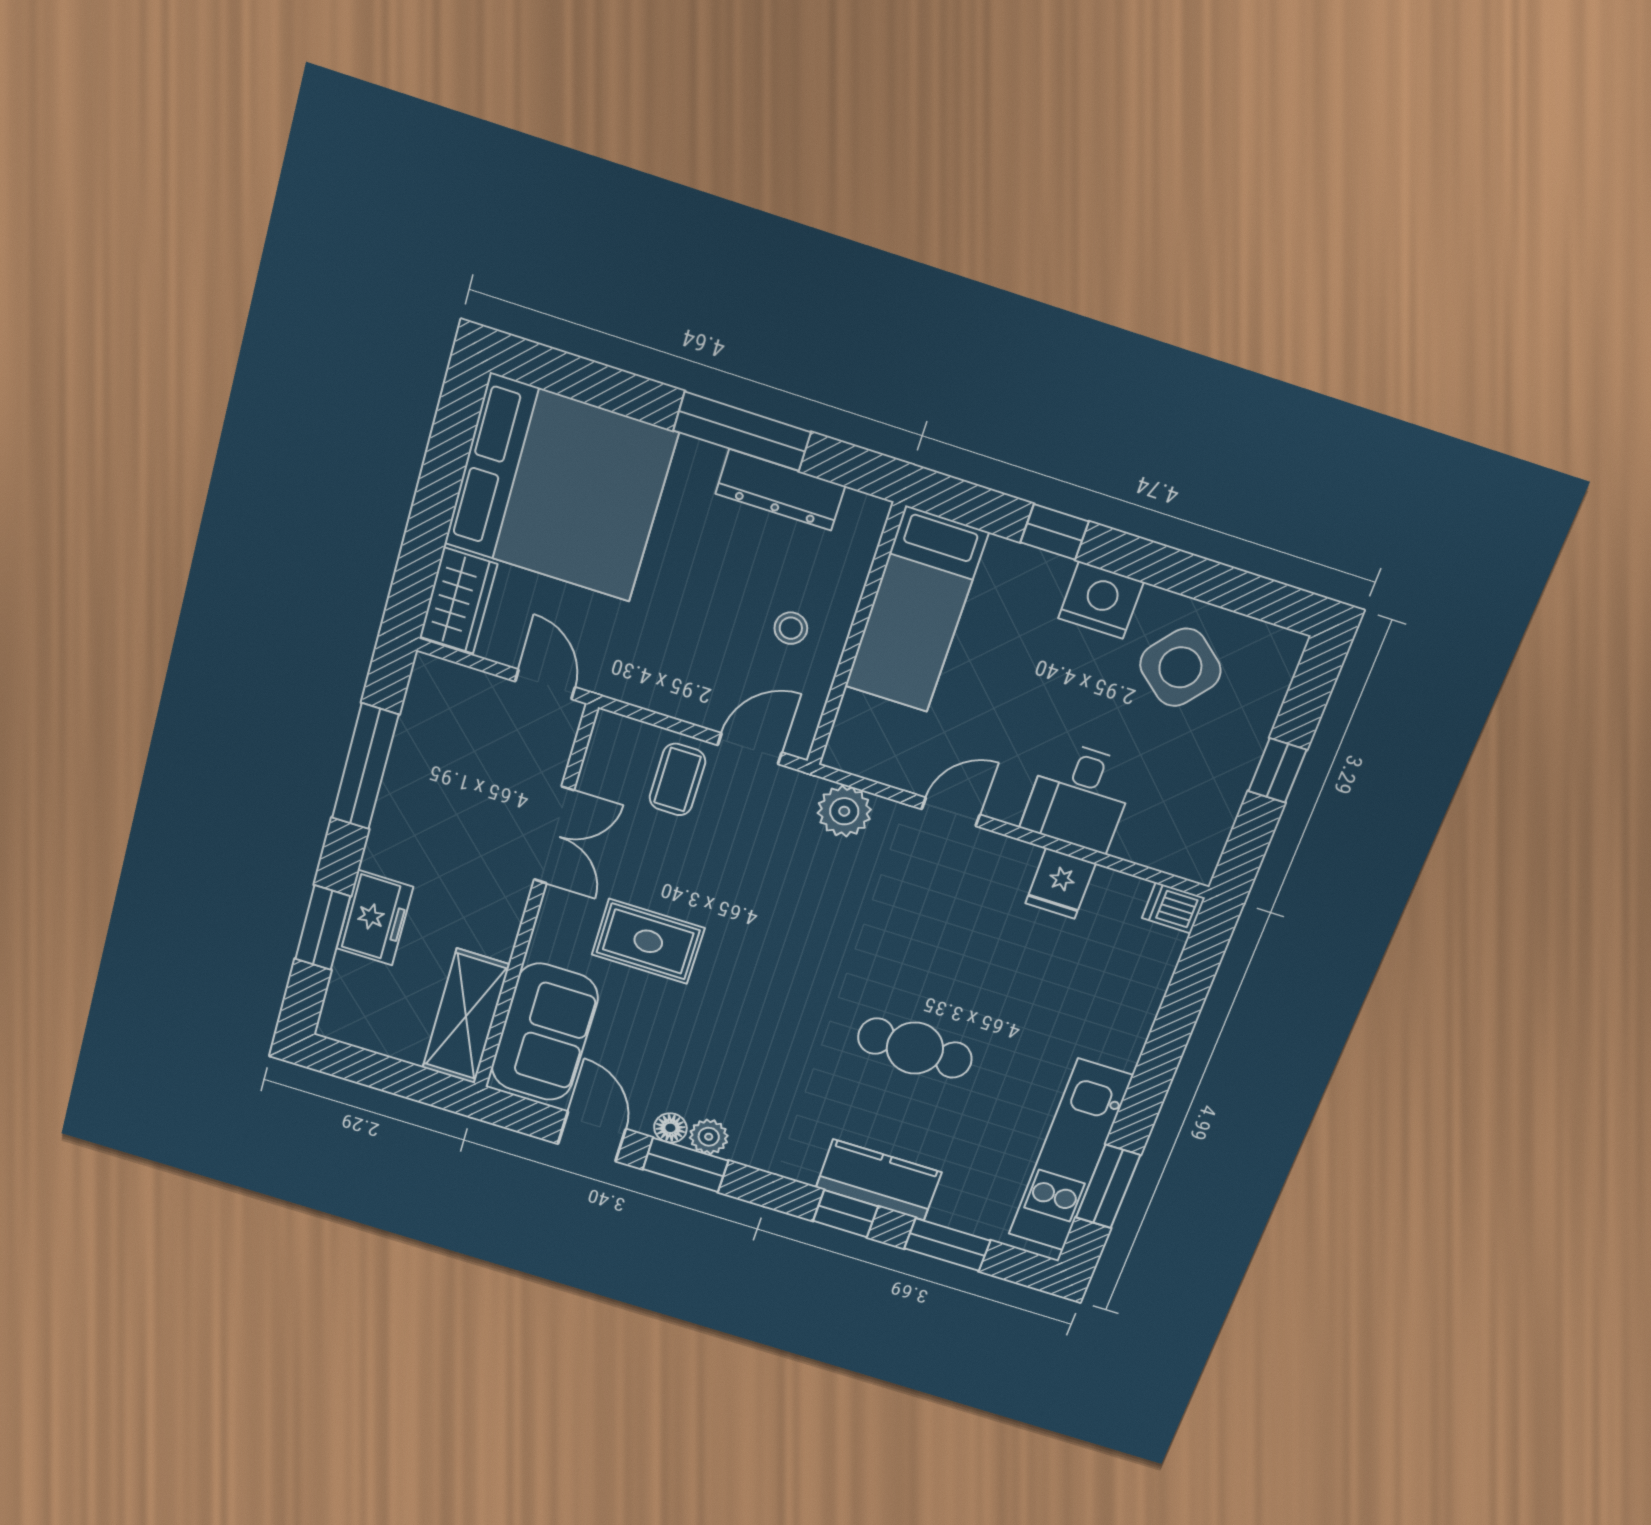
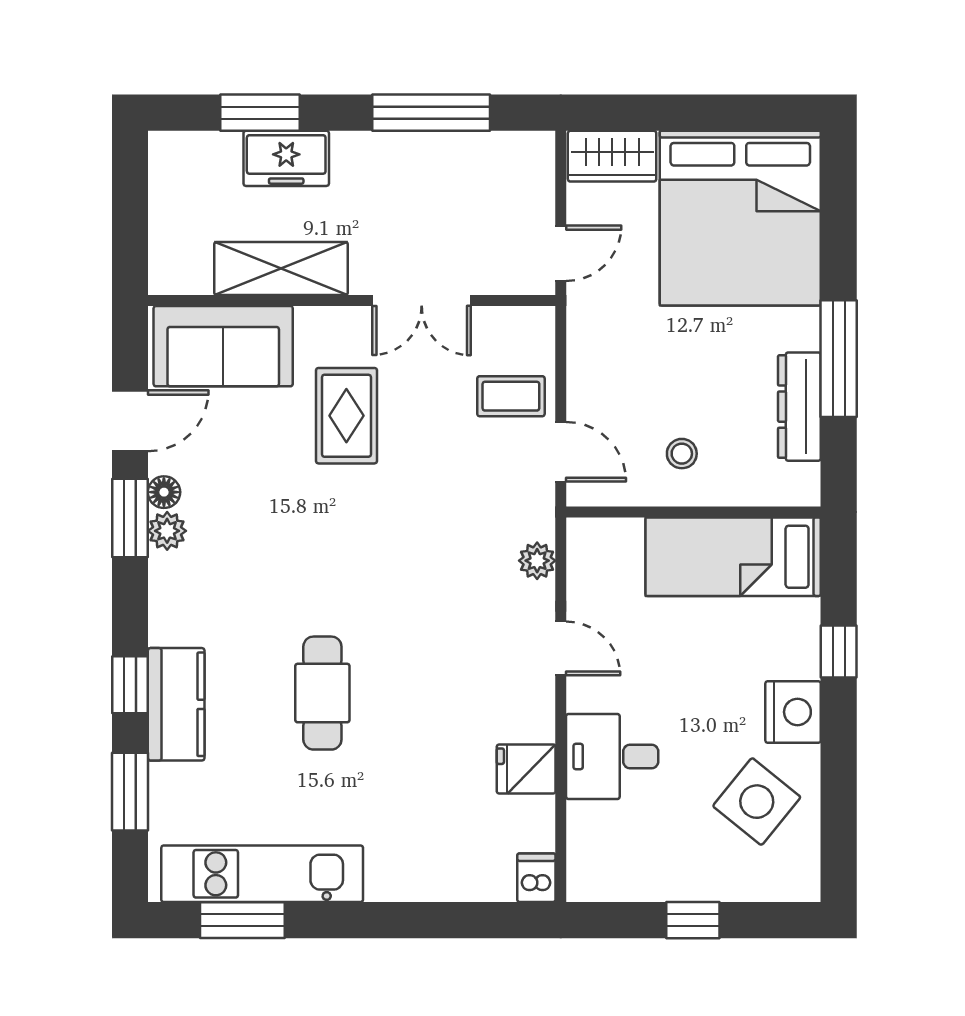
plant: (844, 811) -> (537, 561), width x0.73, depth x0.73
shelving: (466, 1016) -> (281, 269), moved

